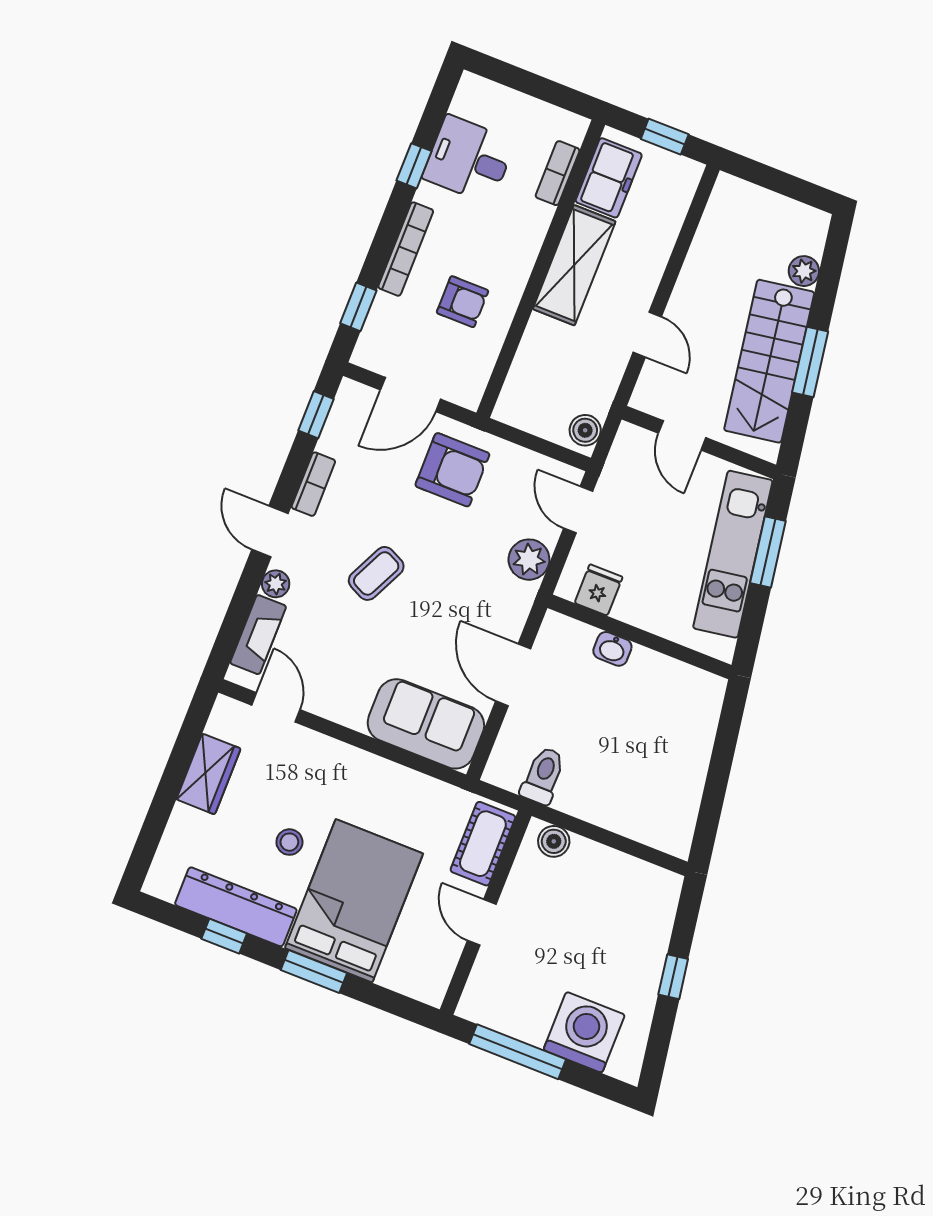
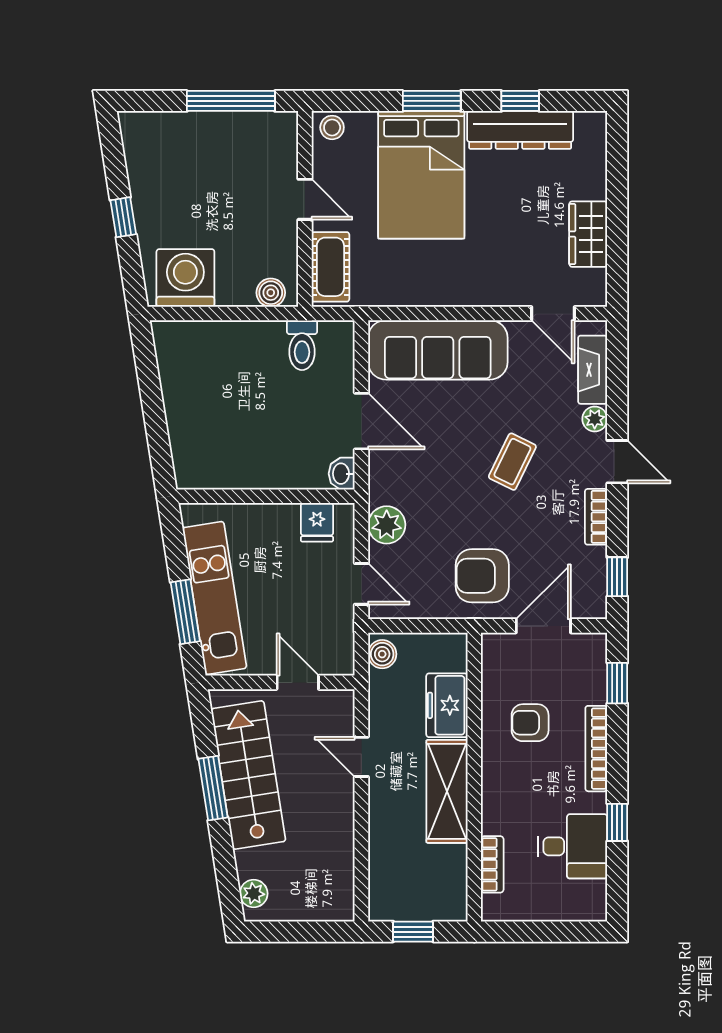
freezer: (609, 178) -> (447, 705), moved
plant: (804, 271) -> (254, 894), moved
washbasin: (612, 649) -> (342, 474), moved, turned -90
sofa: (426, 724) -> (438, 350), width x1.36
stool: (289, 842) -> (332, 127), moved
washing machine: (584, 1032) -> (185, 278), moved, turned 180

